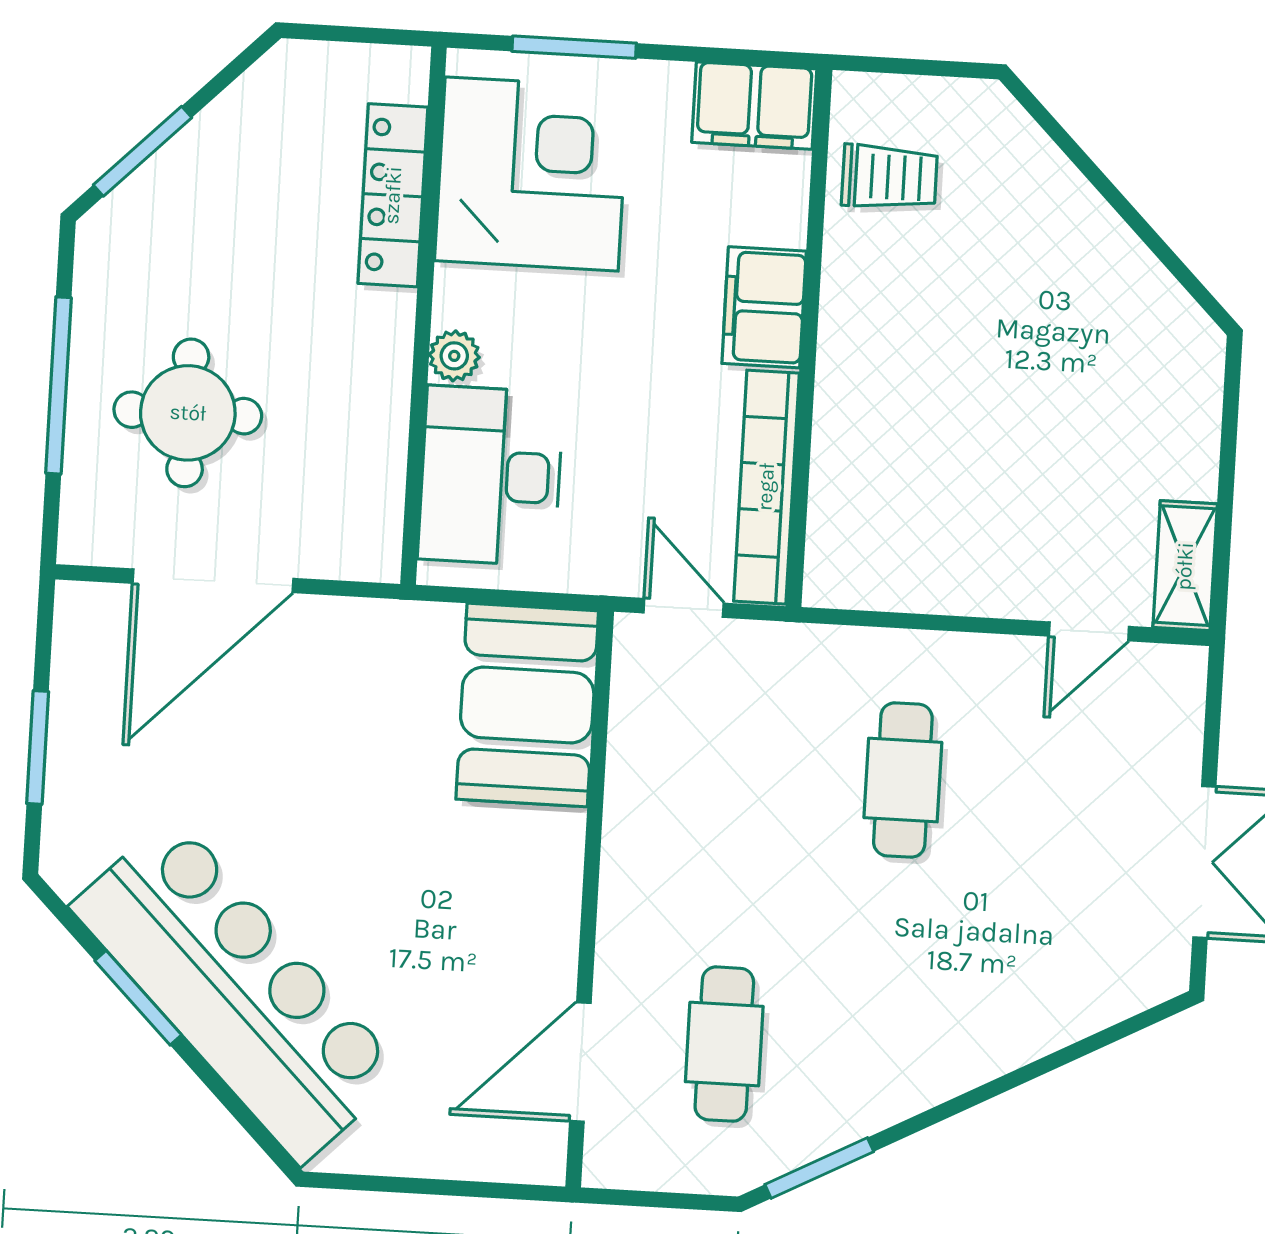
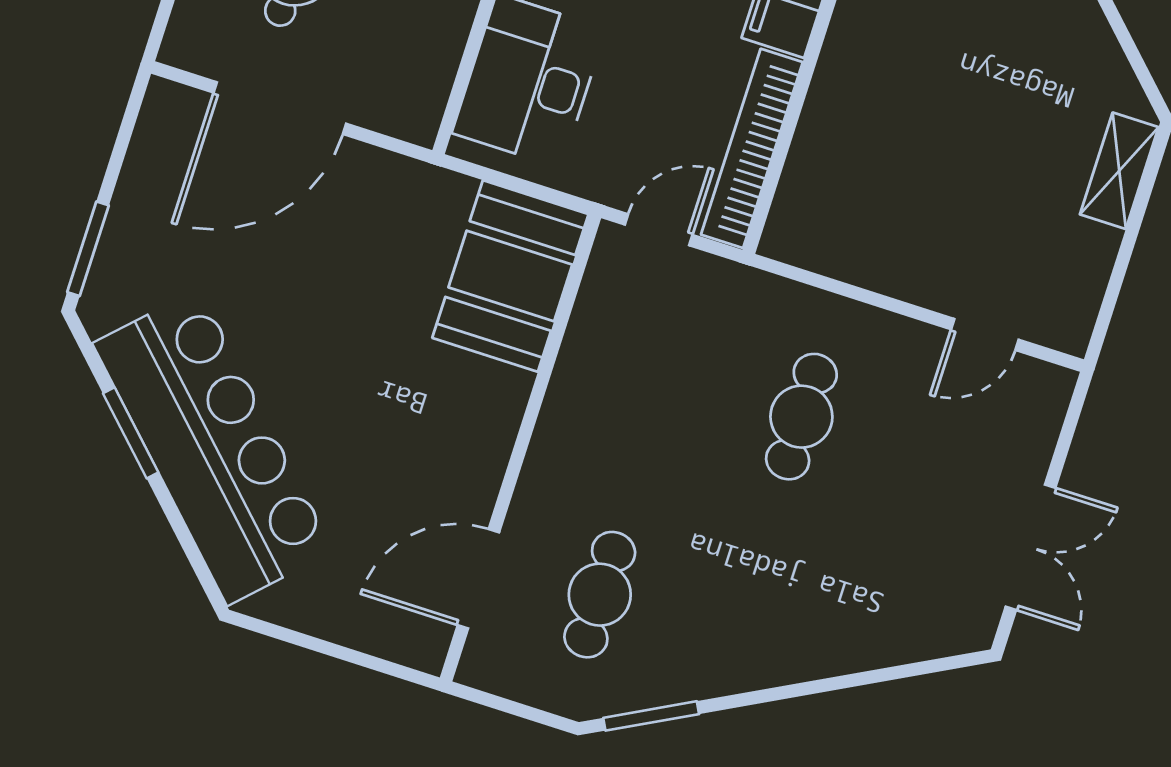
shelving: (1185, 566) -> (1119, 171), moved
door: (684, 608) -> (659, 230), hinge flipped
window: (38, 747) -> (88, 249), moved

